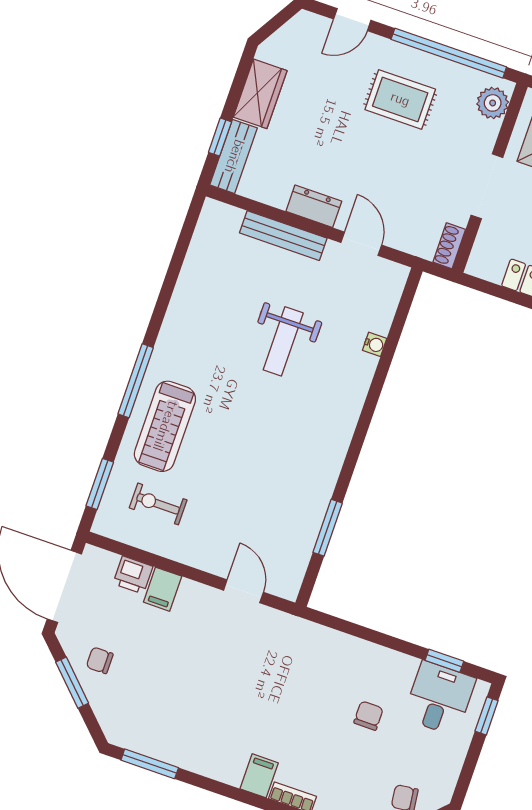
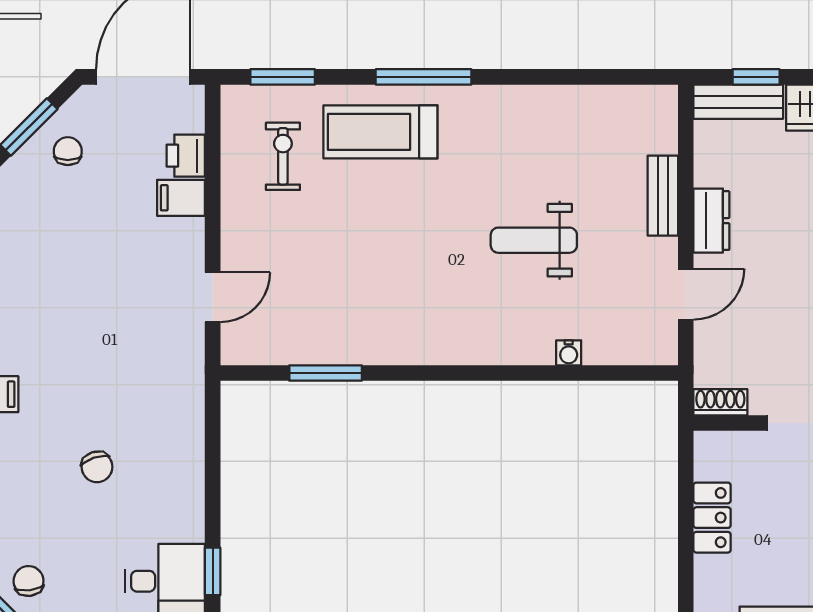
bench: (283, 236) -> (663, 196), width x0.73
chair: (369, 716) -> (97, 467), moved, turned 72

